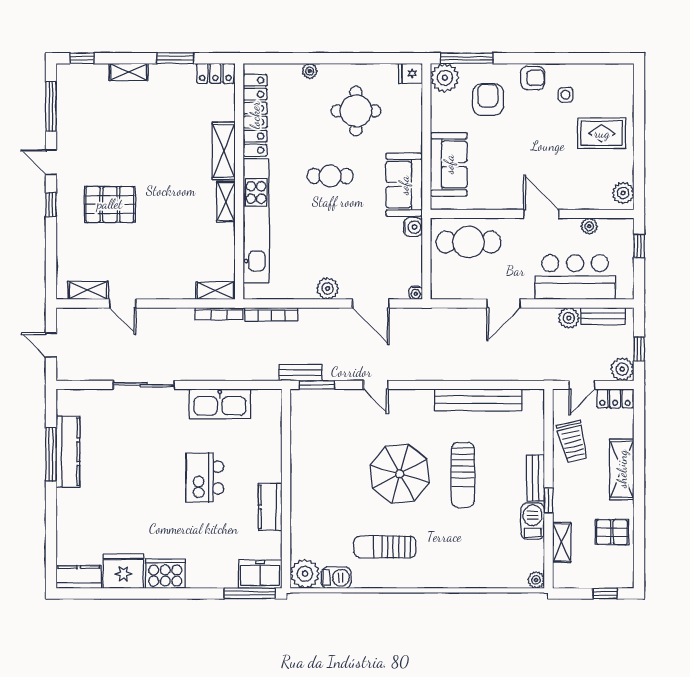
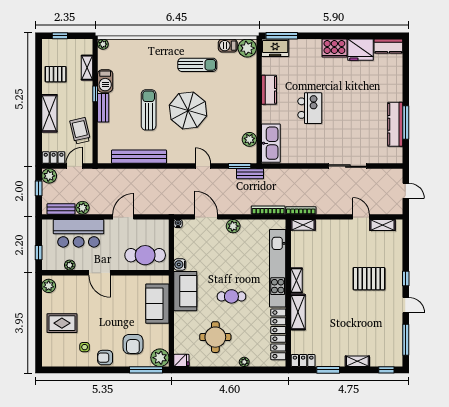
kitchen sink: (220, 404) -> (271, 143), moved, turned 90
plant: (301, 428) -> (249, 139), added

